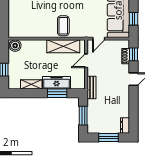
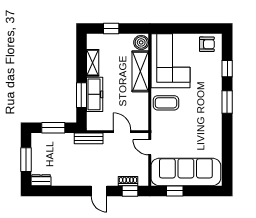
corner sofa: (30, 22) -> (170, 61), added
shelving: (63, 46) -> (140, 71), moved

